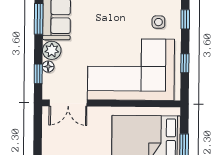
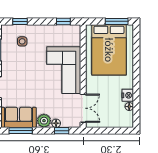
window: (185, 63) -> (63, 21), moved
corner sofa: (131, 70) -> (64, 70), width x0.73, depth x0.74

